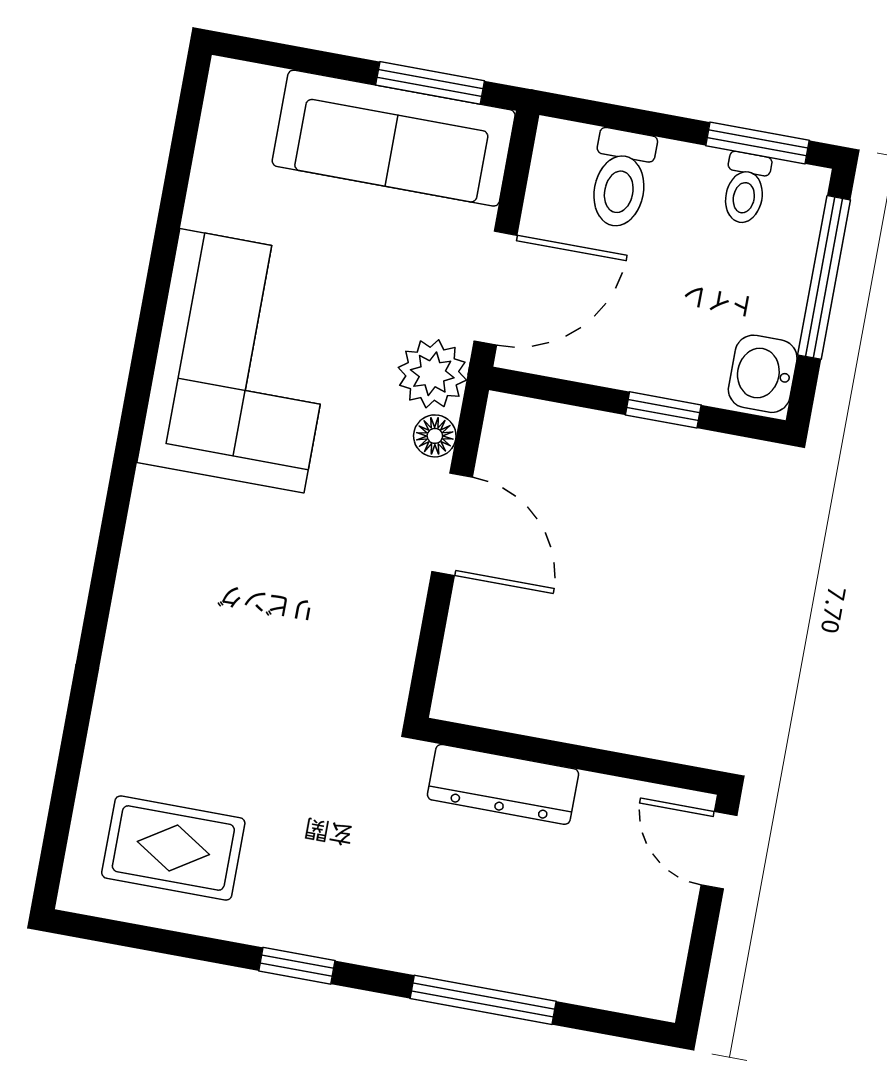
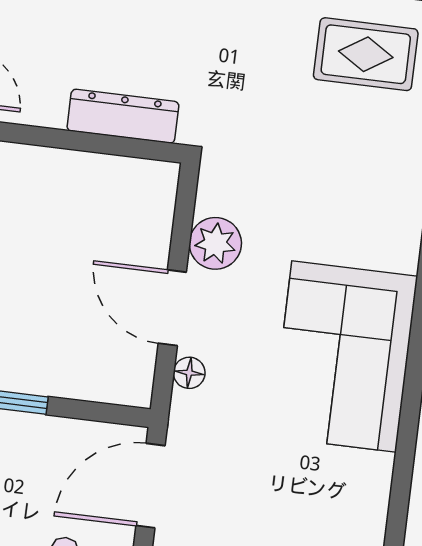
corner sofa: (242, 361) -> (344, 356), moved
plant: (432, 374) -> (215, 243), moved

